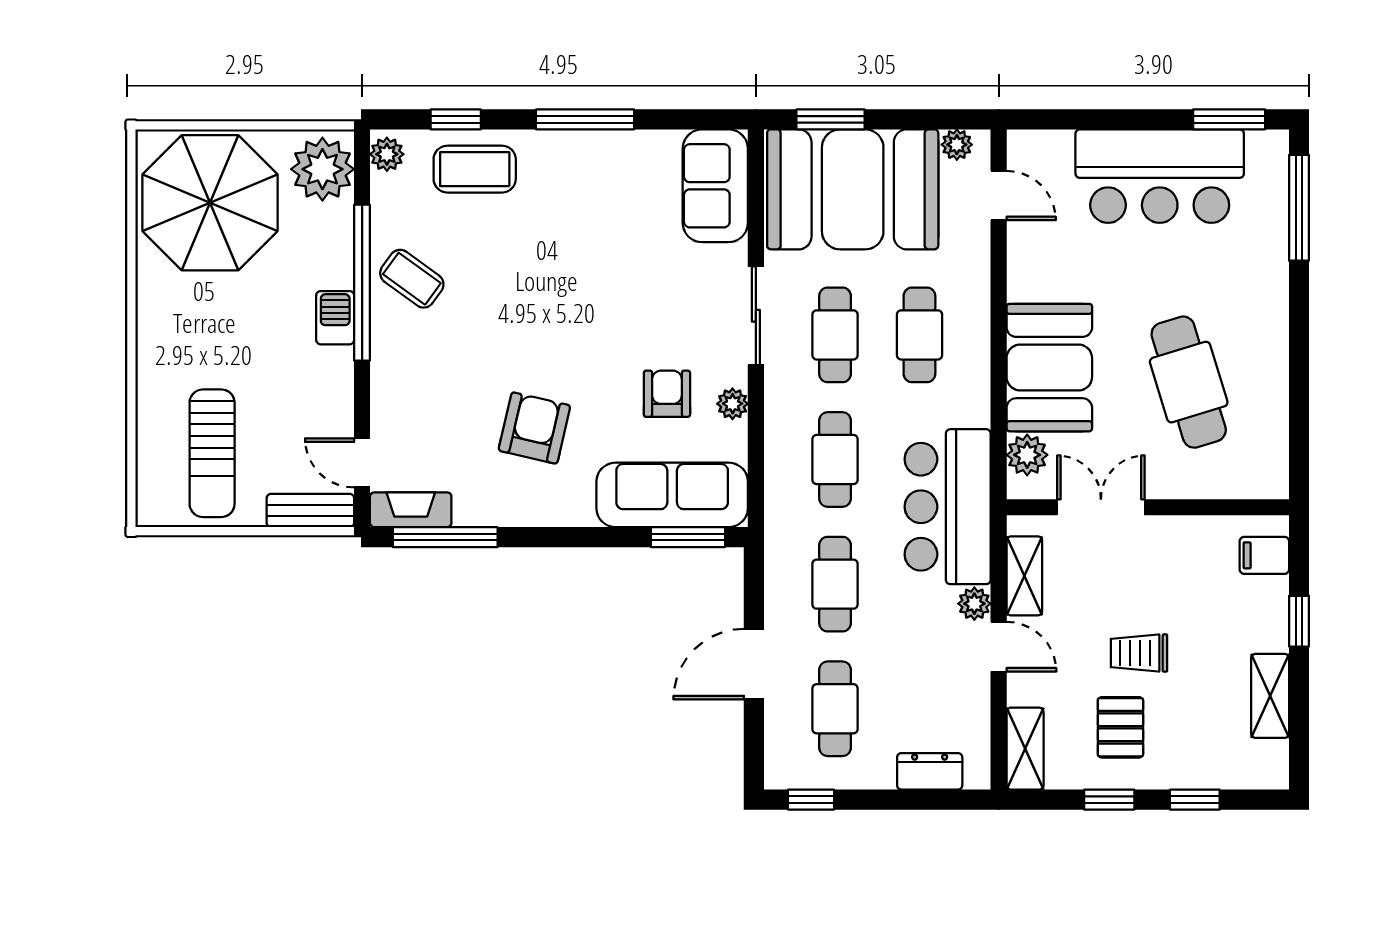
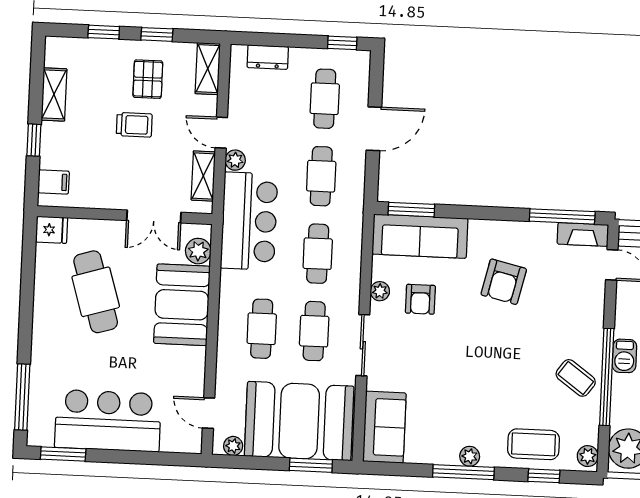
plant: (576, 145) -> (470, 456), added
fridge: (1264, 478) -> (52, 230), added

